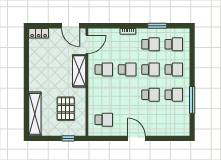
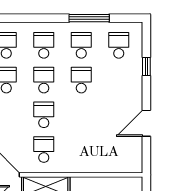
school desk: (104, 120) -> (119, 45), moved
door: (137, 138) -> (146, 123), moved
window: (160, 138) -> (146, 66), added

